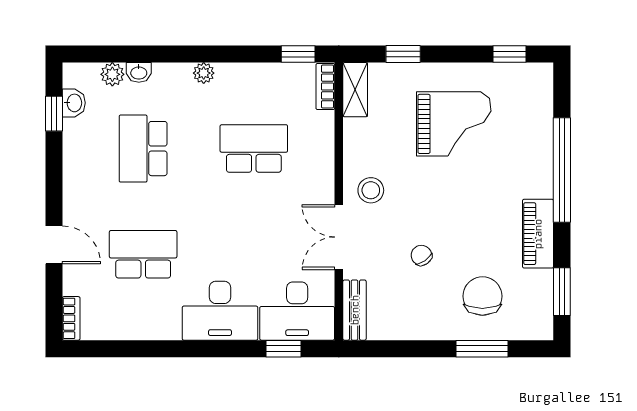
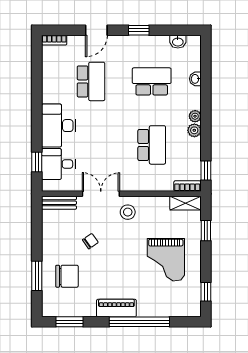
plant: (112, 74) -> (194, 130), moved
window: (54, 114) -> (139, 30), moved
piano: (538, 234) -> (116, 308), moved
desk: (297, 311) -> (58, 164), width x0.73

